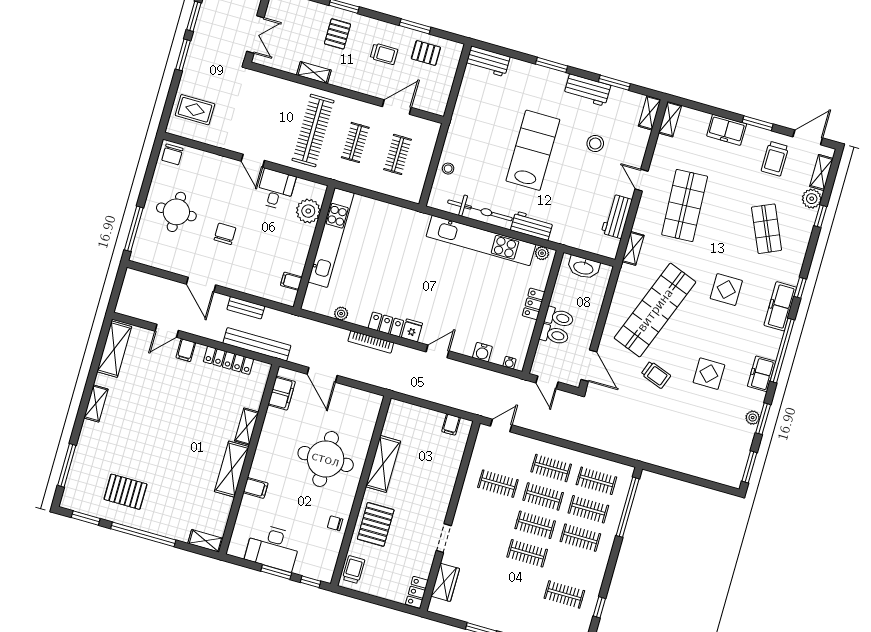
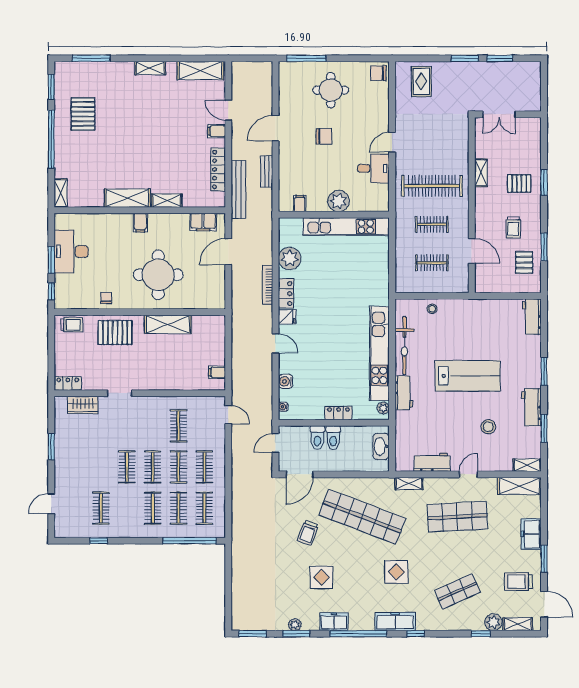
shelving: (670, 119) -> (519, 486), width x1.50, depth x1.33
plant: (308, 211) -> (339, 201), moved
plant: (341, 314) -> (290, 258), width x1.87, depth x1.87
filing cabinet: (256, 488) -> (140, 223), moved

